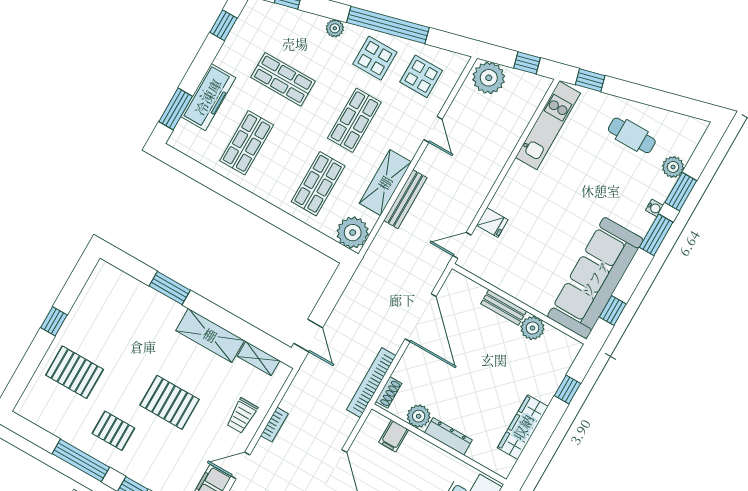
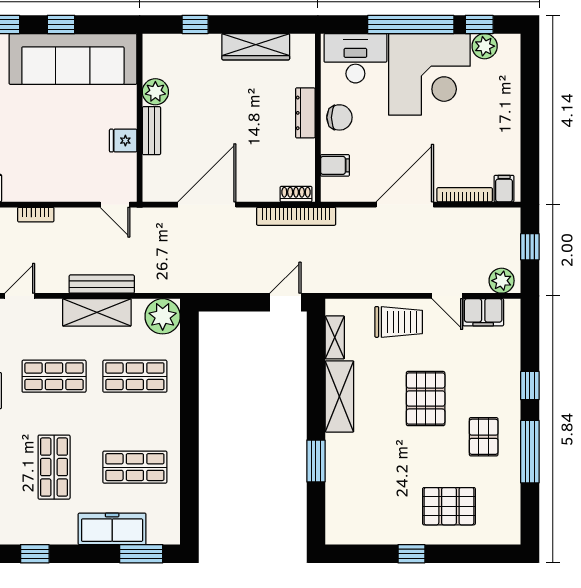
fridge: (492, 222) -> (123, 141), moved, turned -90
window: (613, 311) -> (61, 24), moved
pallet: (74, 372) -> (449, 506), turned 90
trolley: (242, 416) -> (399, 322), width x1.36, depth x1.39
plant: (419, 416) -> (302, 152), removed
bookcase: (274, 425) -> (36, 215), moved, turned 180
chair: (429, 461) -> (339, 117), added

